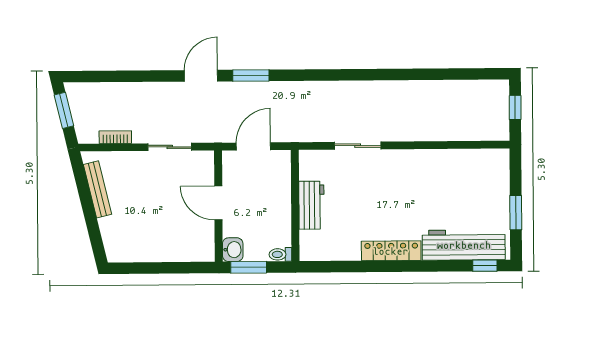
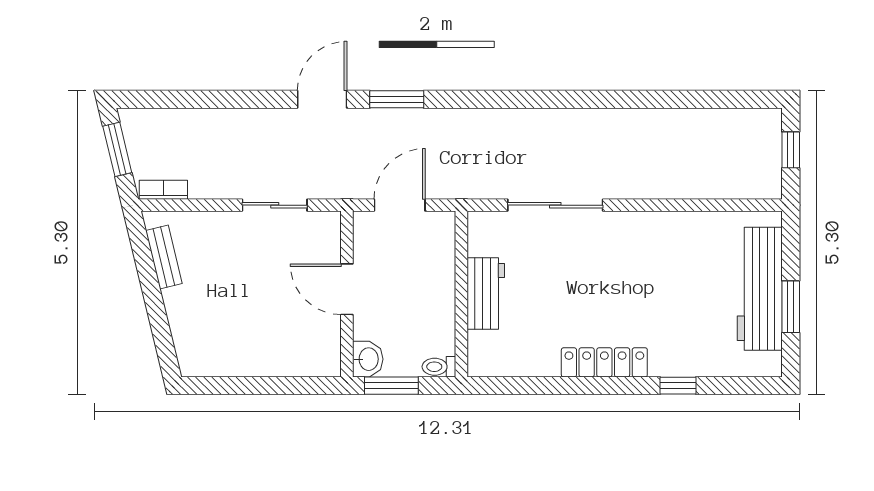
bookcase: (115, 137) -> (163, 190), moved
sliding door: (358, 146) -> (555, 205), width x1.37
bench: (97, 189) -> (164, 257), width x0.73
workbench: (464, 245) -> (760, 289), moved, turned -90
window: (485, 266) -> (678, 386), moved

